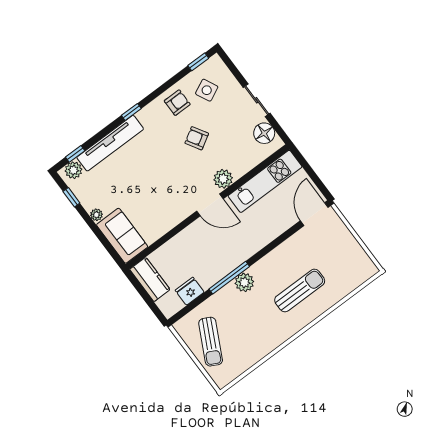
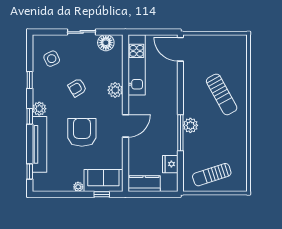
window: (198, 62) -> (30, 80), moved
armchair: (177, 103) -> (82, 132), moved, width x1.88, depth x1.88
plant: (74, 170) -> (39, 109), moved
window: (71, 197) -> (102, 194), moved
door: (210, 205) -> (125, 126), moved
sun lounger: (300, 291) -> (222, 94), turned 151
sun lounger: (211, 342) -> (212, 175), turned 135

